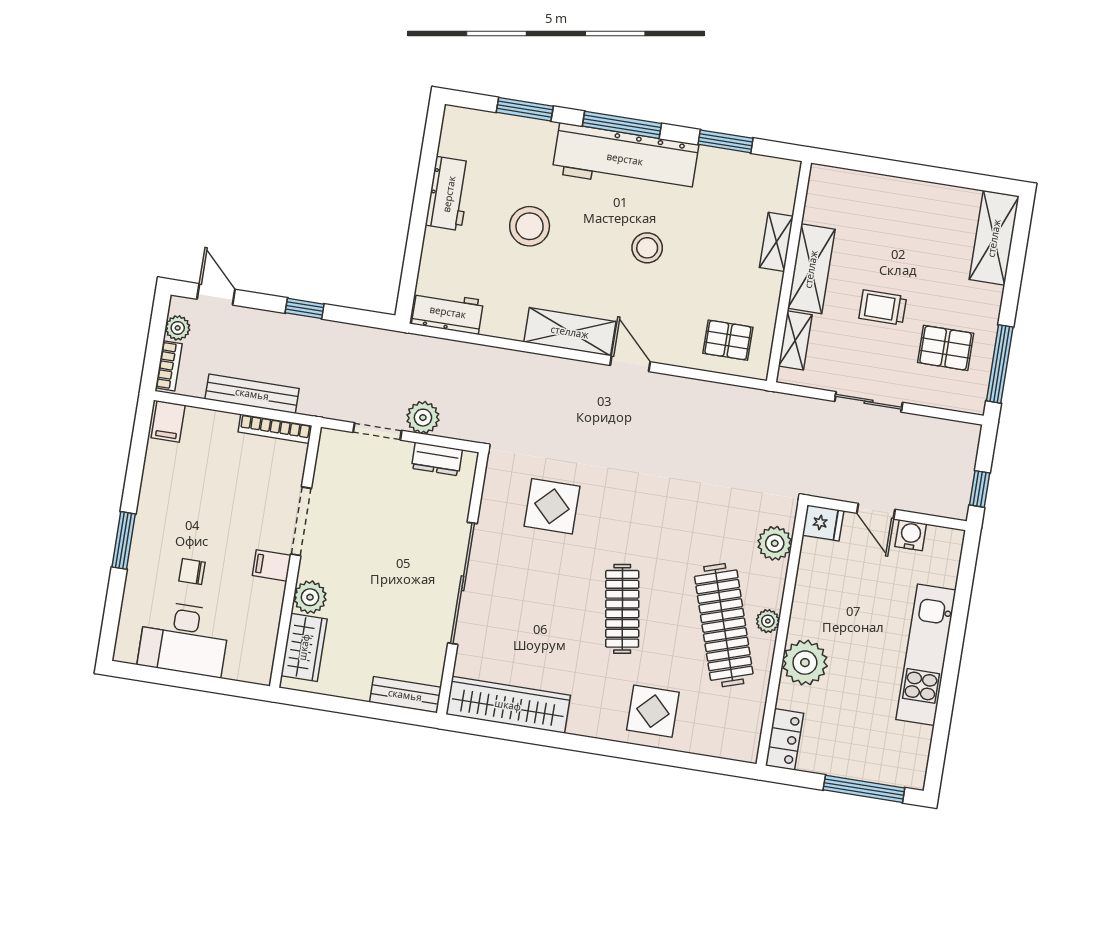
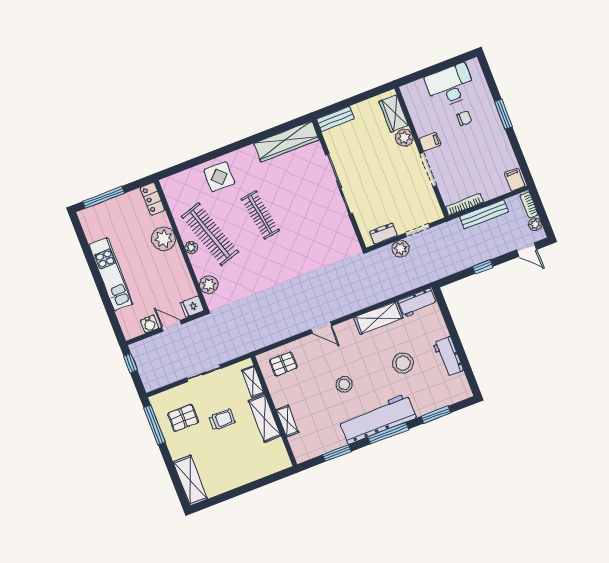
shelving: (570, 332) -> (378, 318), moved
display table: (552, 506) -> (319, 243), removed

